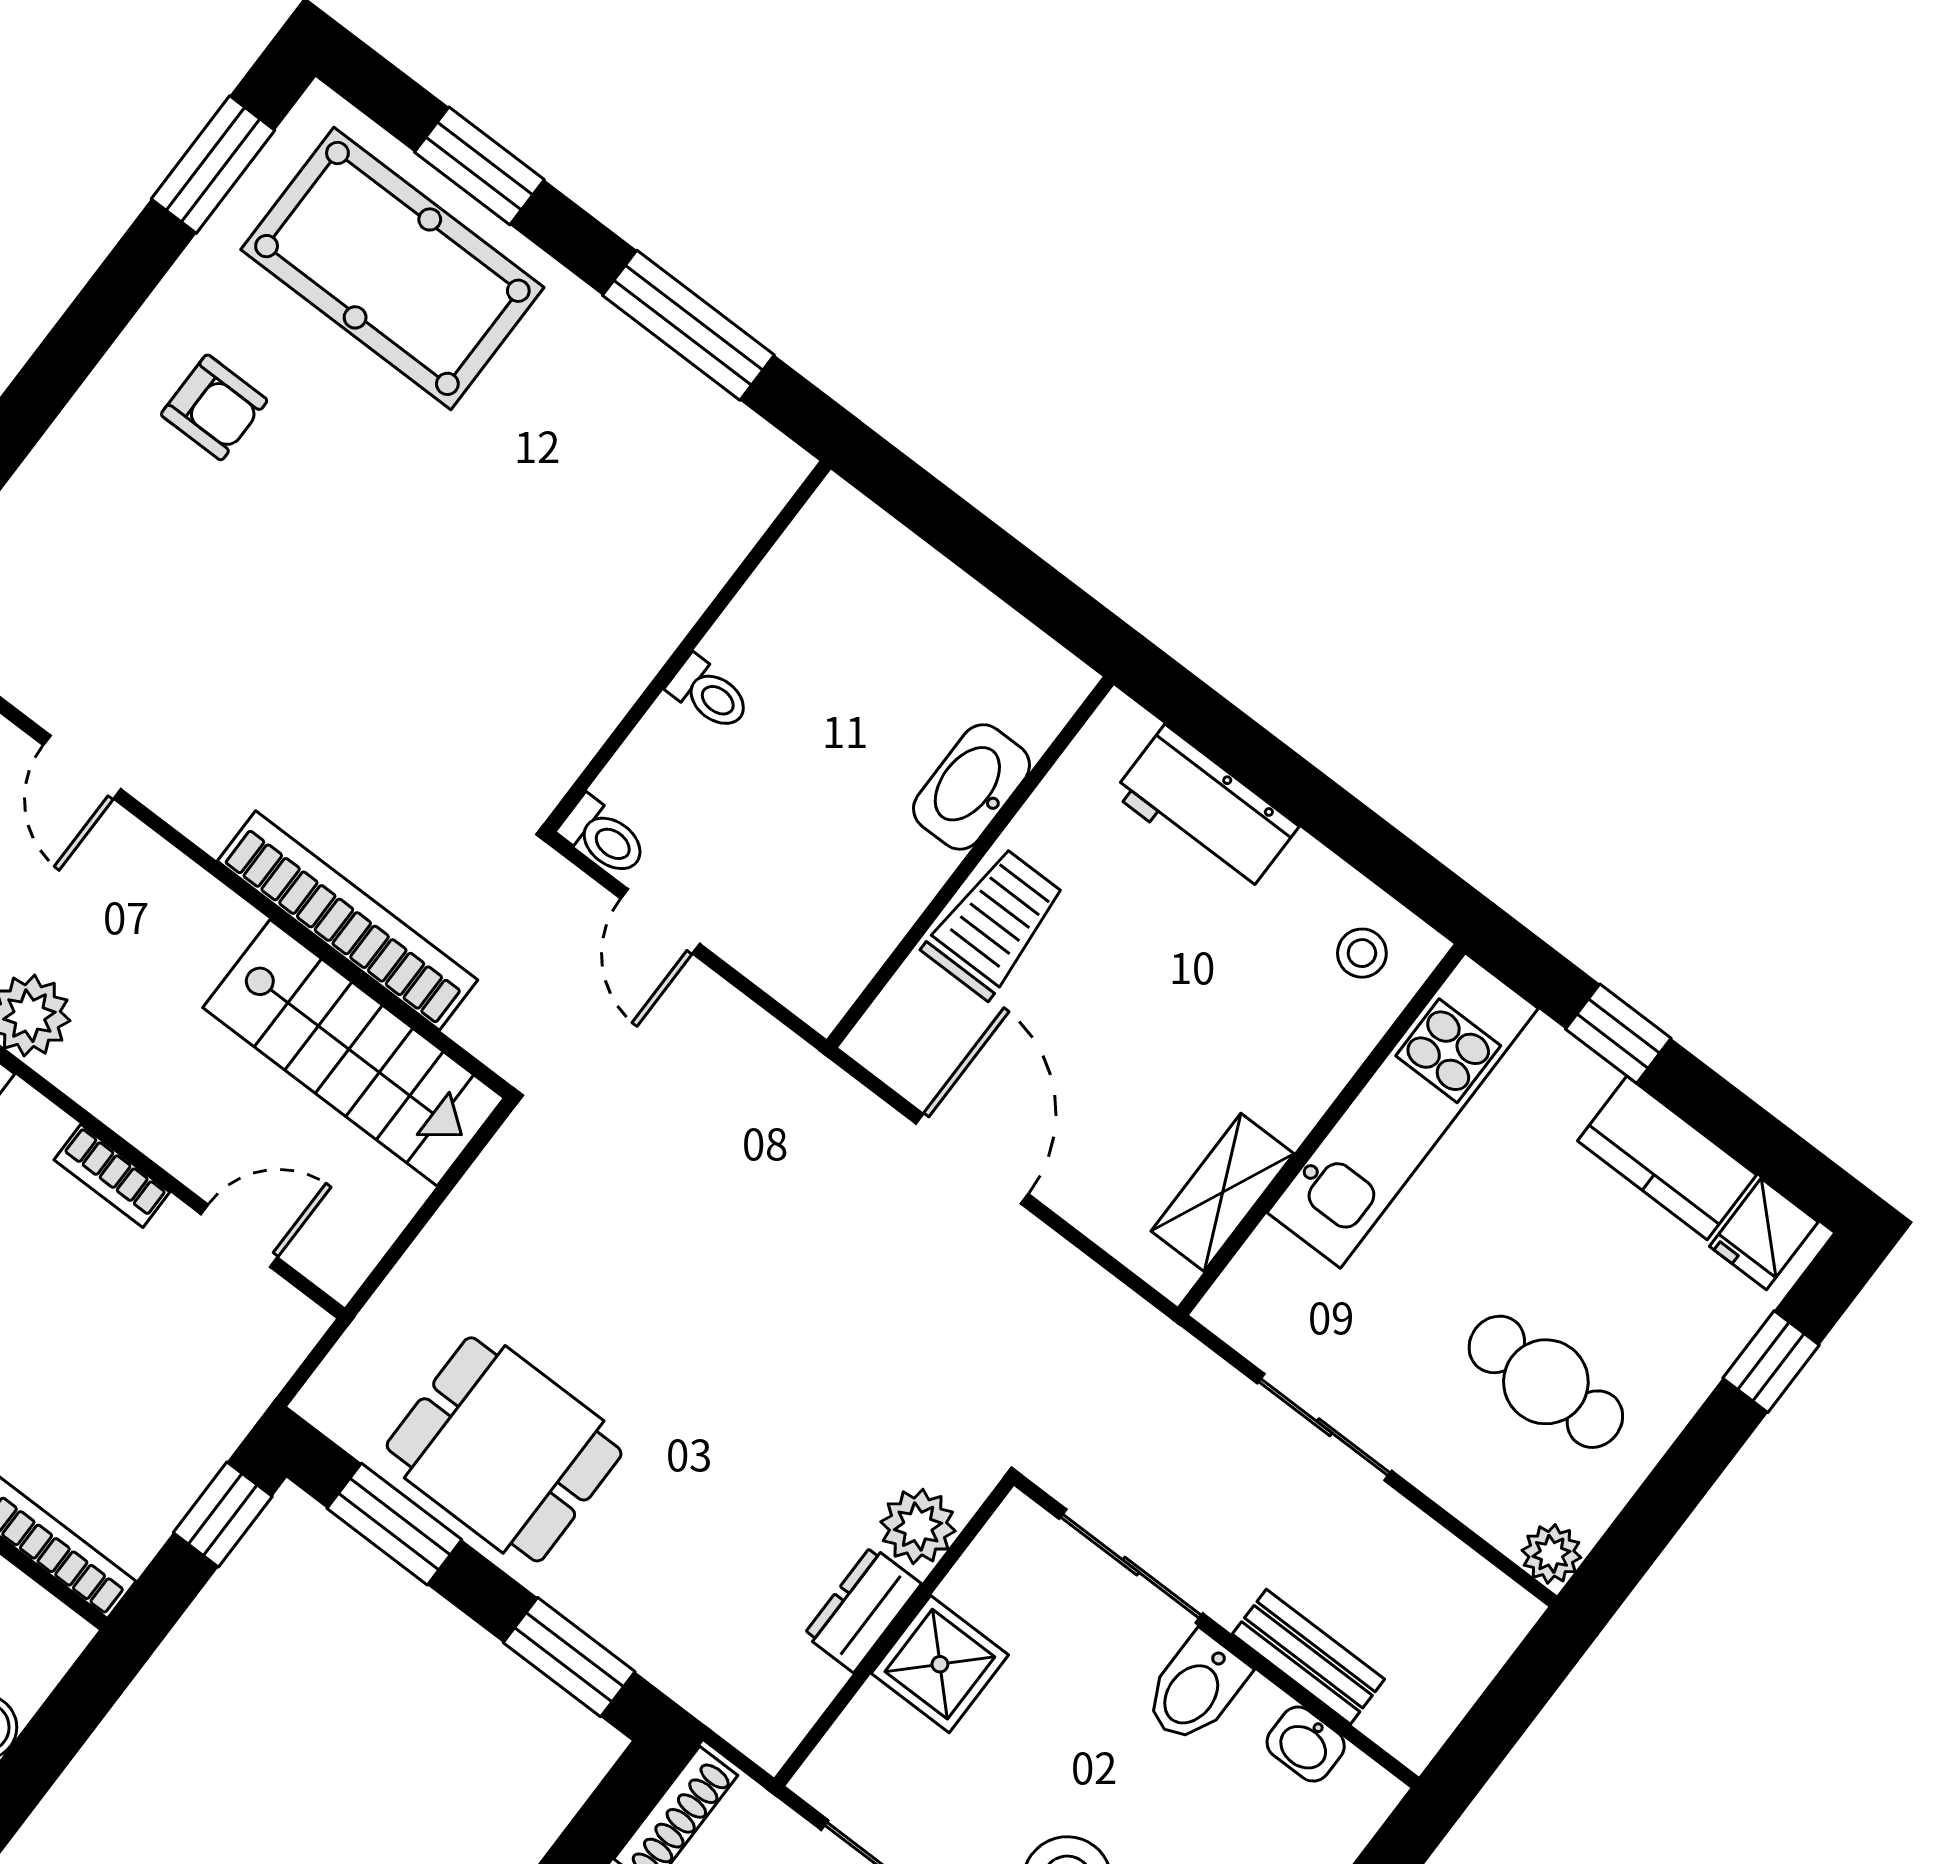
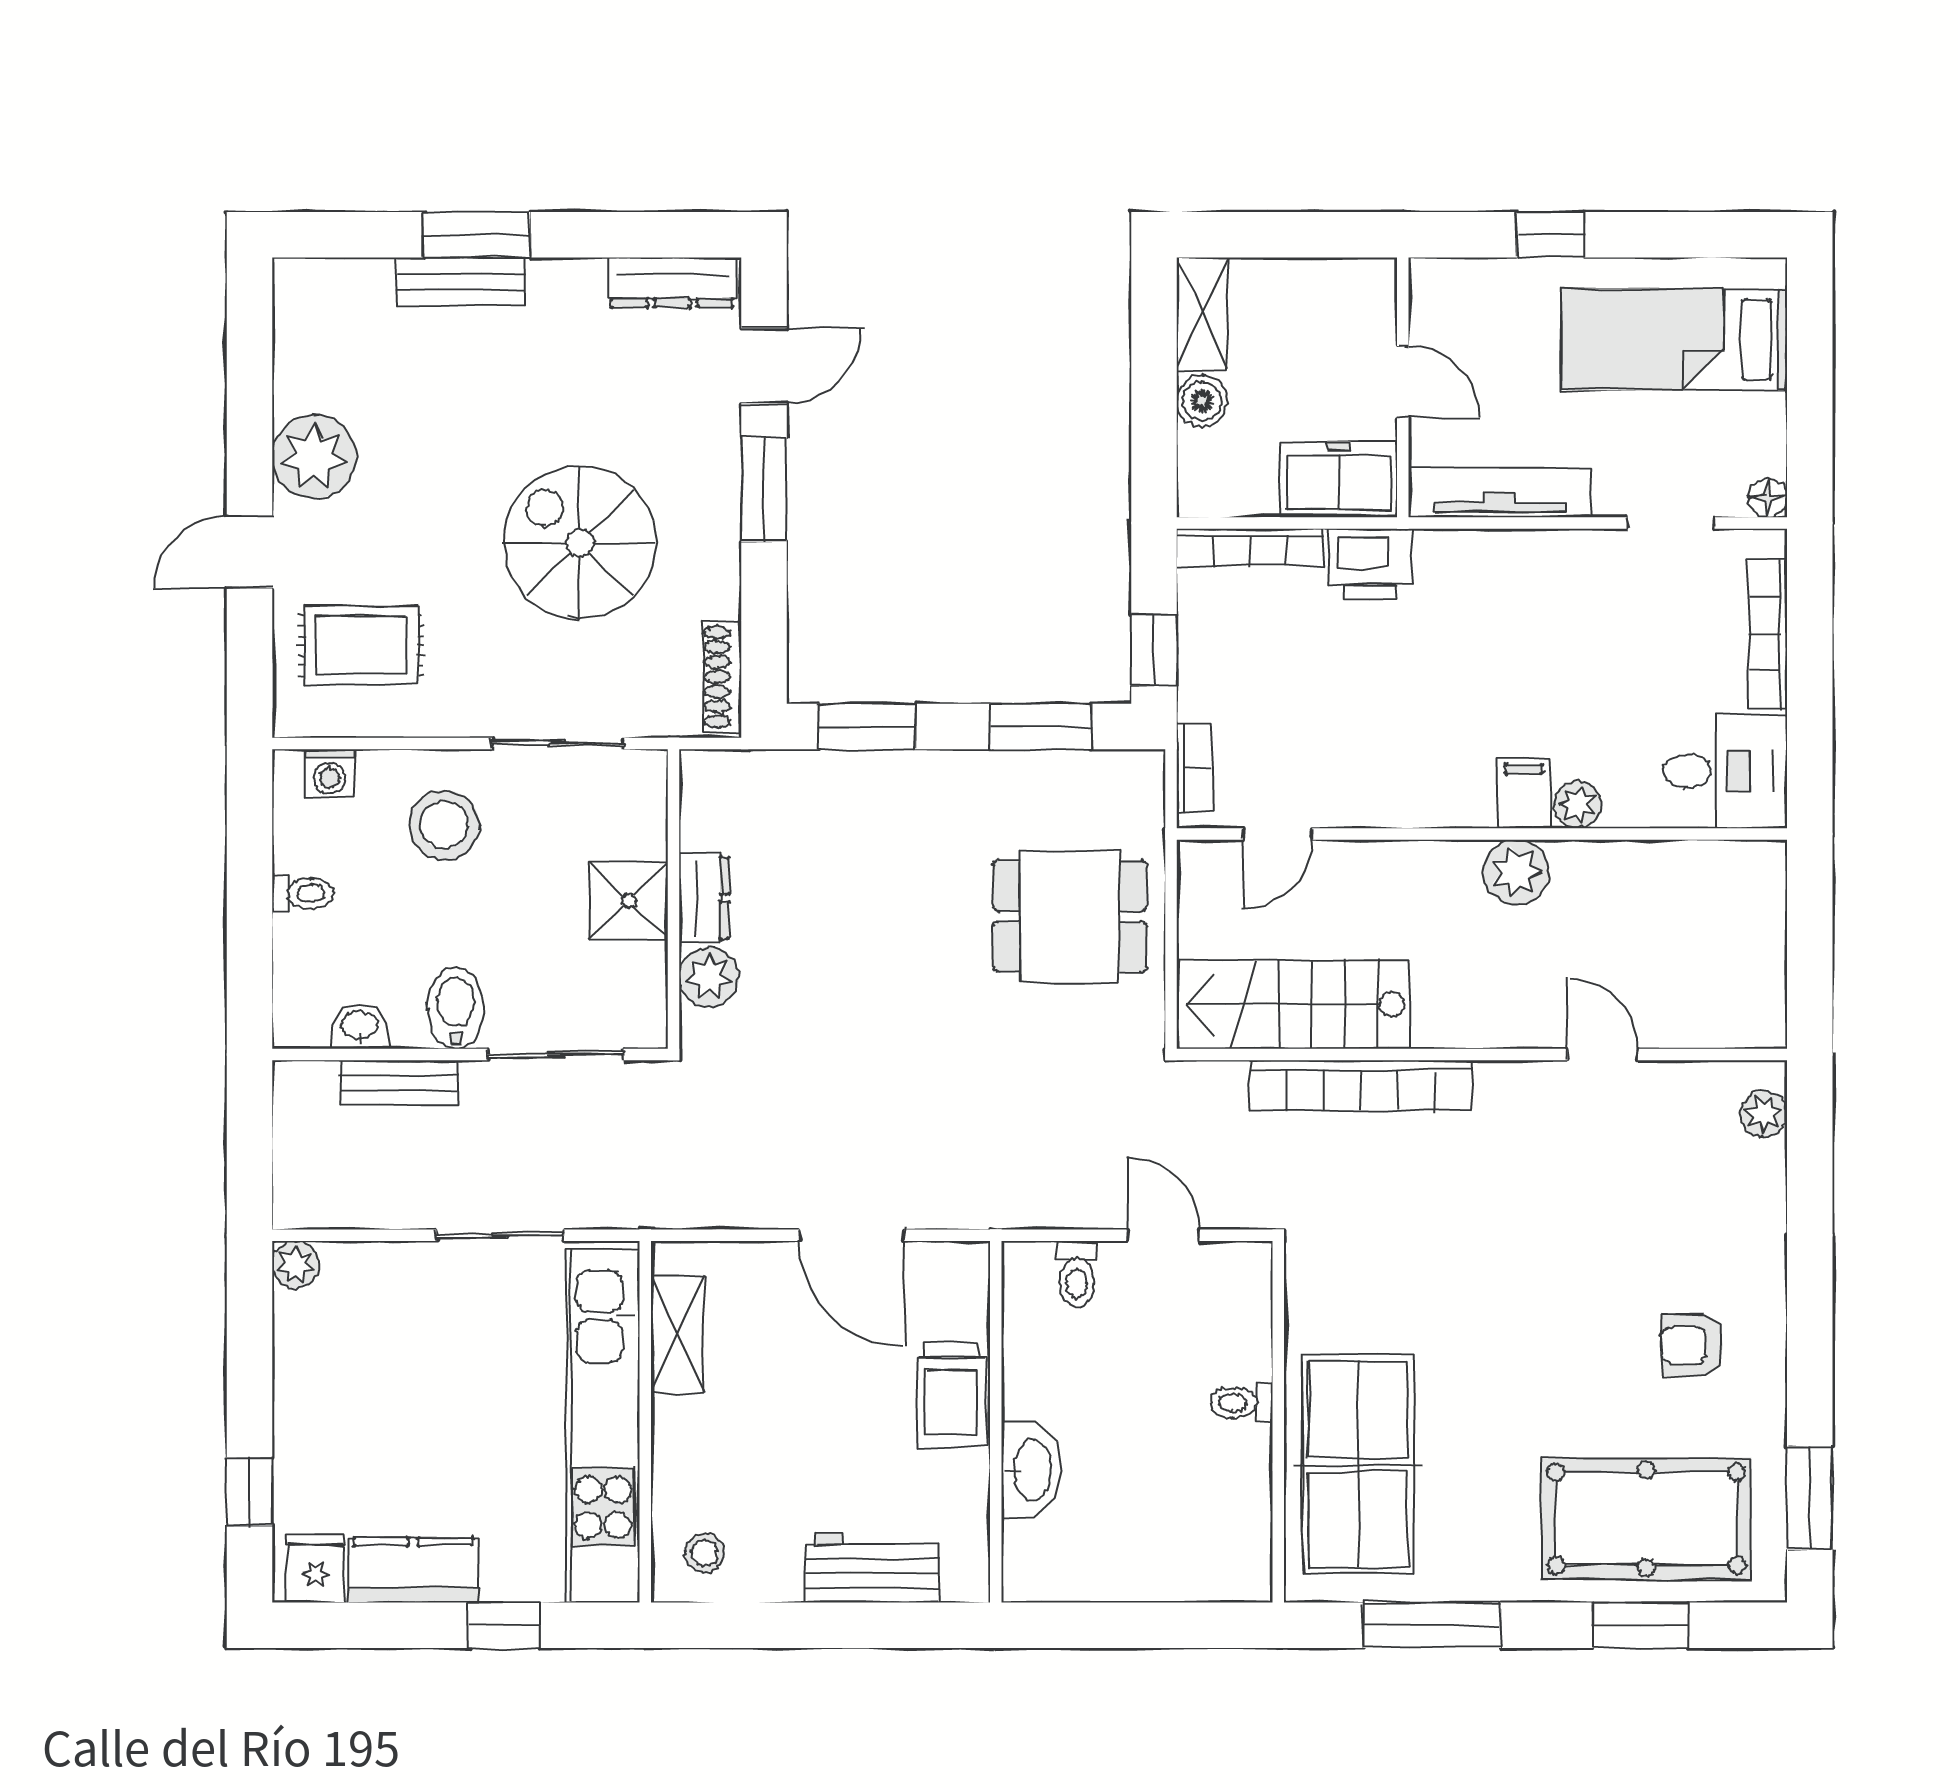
table tennis table: (640, 543) -> (1358, 1464), added
toilet: (603, 837) -> (1077, 1274), moved, turned -90
kitchen unit: (1403, 1111) -> (603, 1426), width x1.36
bookcase: (112, 1176) -> (1194, 768), moved, turned 90
cafe table: (1546, 1382) -> (382, 1371), removed
dining table: (504, 1449) -> (1070, 916), moved

